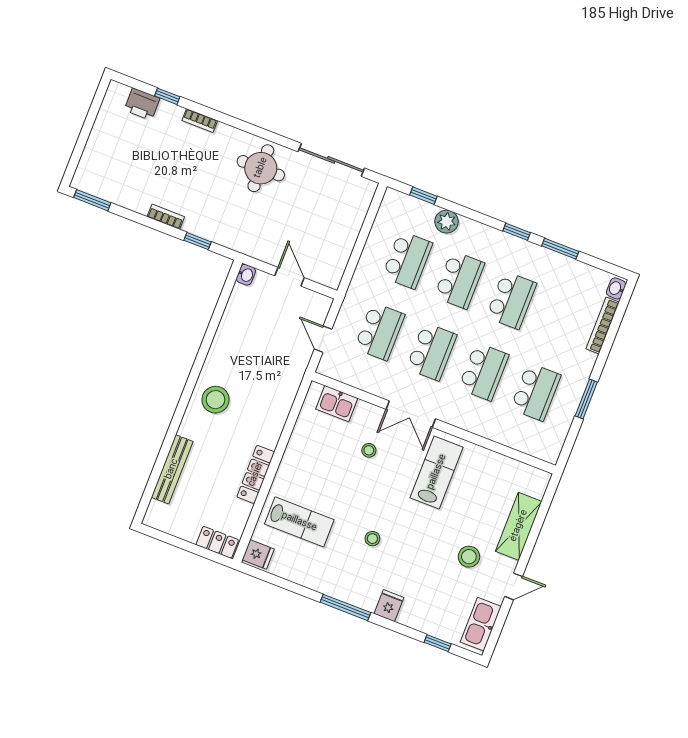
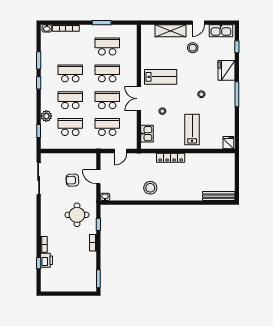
printer: (142, 104) -> (47, 260), moved
round table: (261, 168) -> (77, 215), moved
armchair: (303, 224) -> (72, 180), added
door: (289, 277) -> (98, 177), hinge flipped
stool: (215, 400) -> (150, 188), moved
double door: (411, 414) -> (139, 99), swing flipped
bench: (172, 469) -> (219, 196), moved
lab bench: (437, 472) -> (161, 77), turned 180
locker: (256, 474) -> (171, 158), moved
lab bench: (299, 522) -> (192, 129), moved
locker: (217, 542) -> (230, 163), removed
door: (514, 586) -> (198, 23), swing flipped
fridge: (389, 606) -> (226, 70), width x1.88, depth x1.34

